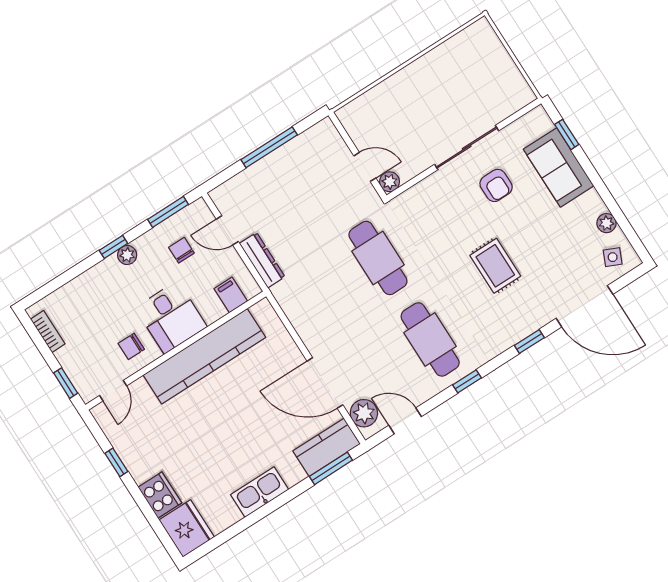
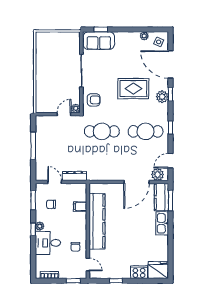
sofa: (559, 168) -> (99, 41), moved
armchair: (496, 185) -> (94, 100), moved
door: (227, 230) -> (55, 182), swing flipped
rug: (495, 266) -> (133, 89), width x1.36, depth x1.43
filing cabinet: (231, 295) -> (80, 207), moved
door: (584, 306) -> (170, 64), swing flipped
desk: (171, 317) -> (48, 243), moved, turned 180
plant: (515, 329) -> (162, 97), added
kitchen sink: (260, 492) -> (162, 223), moved

